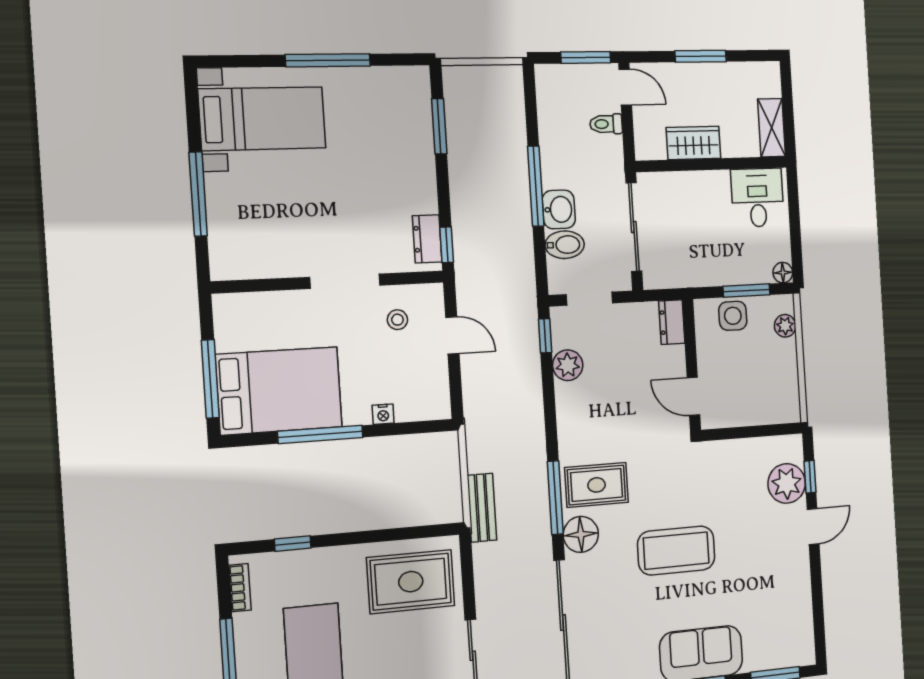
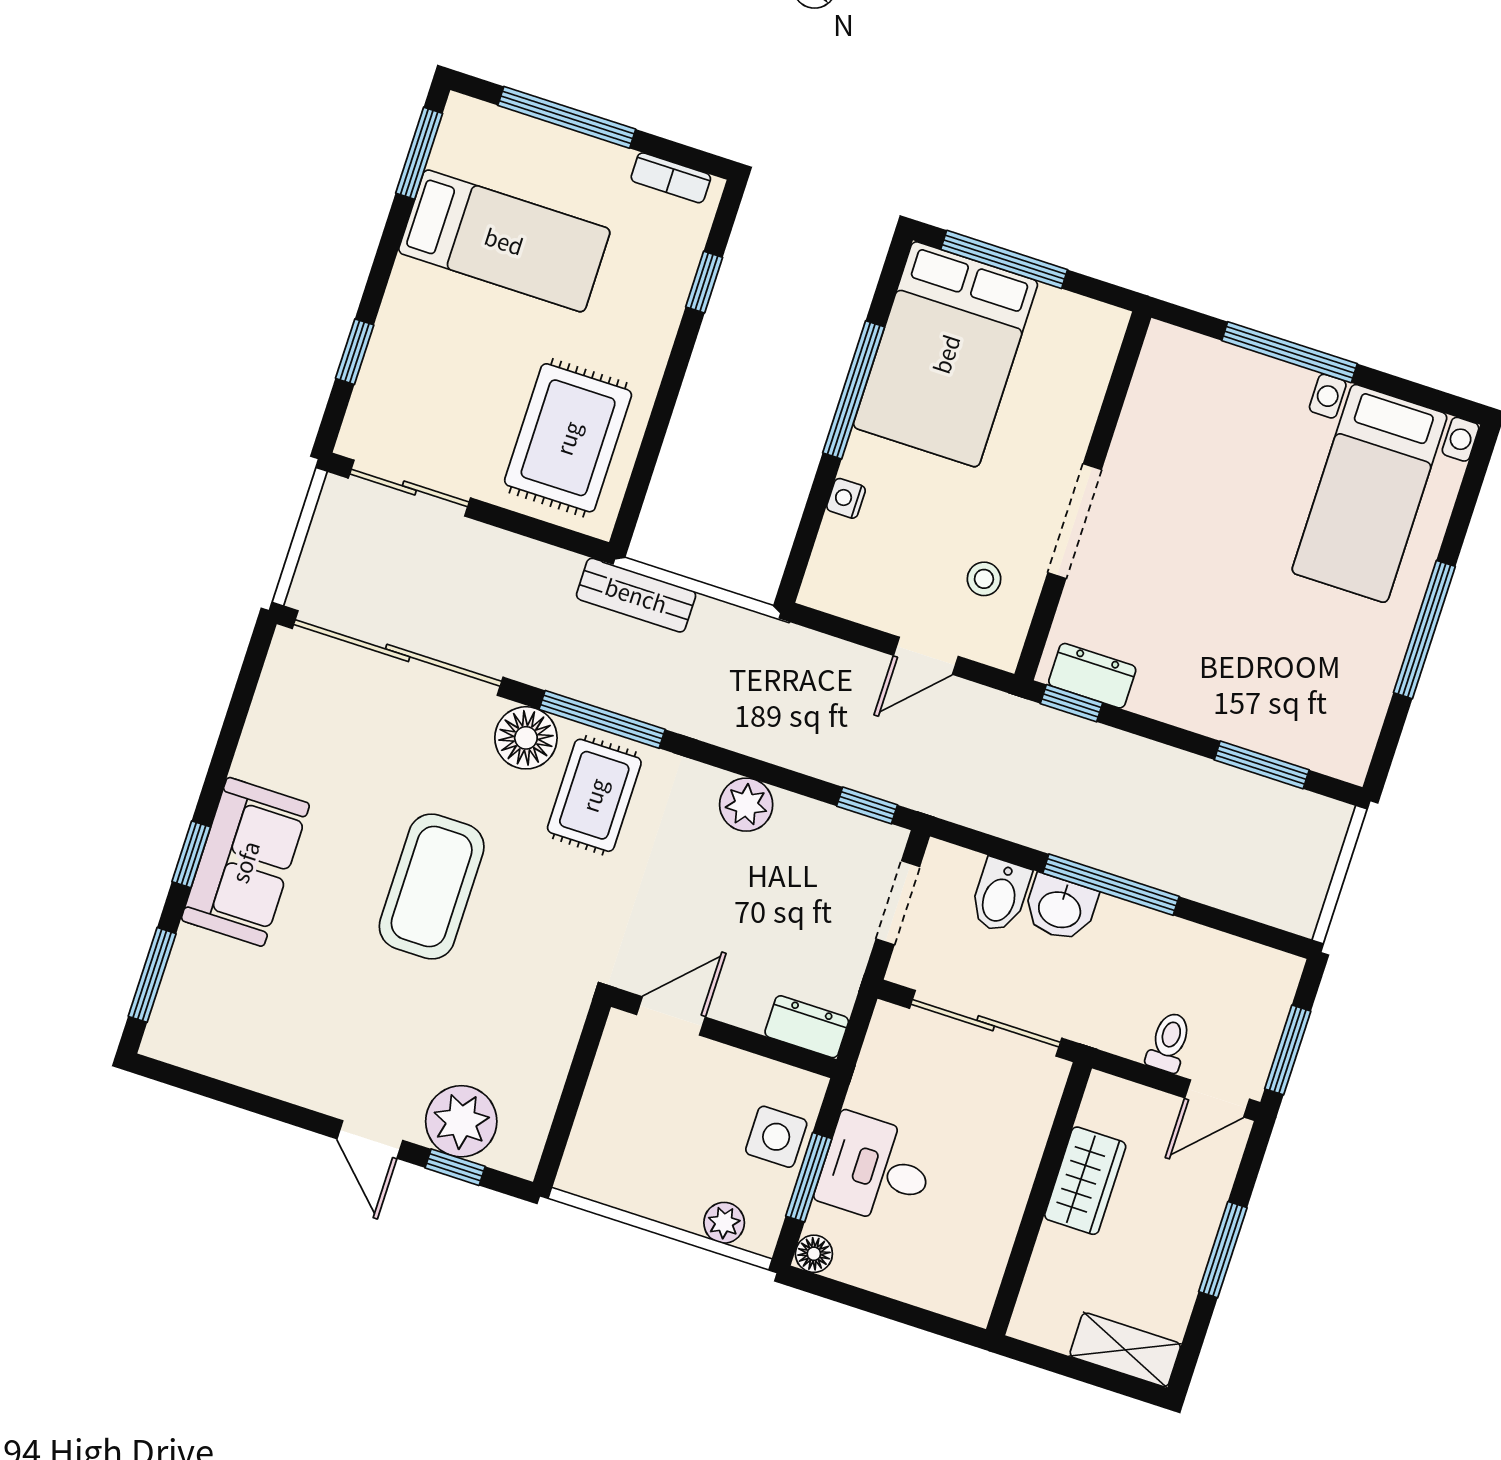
shelving: (772, 128) -> (1125, 1350), moved
desk: (758, 198) -> (876, 1170), moved, turned 180
plant: (568, 365) -> (746, 805), moved

